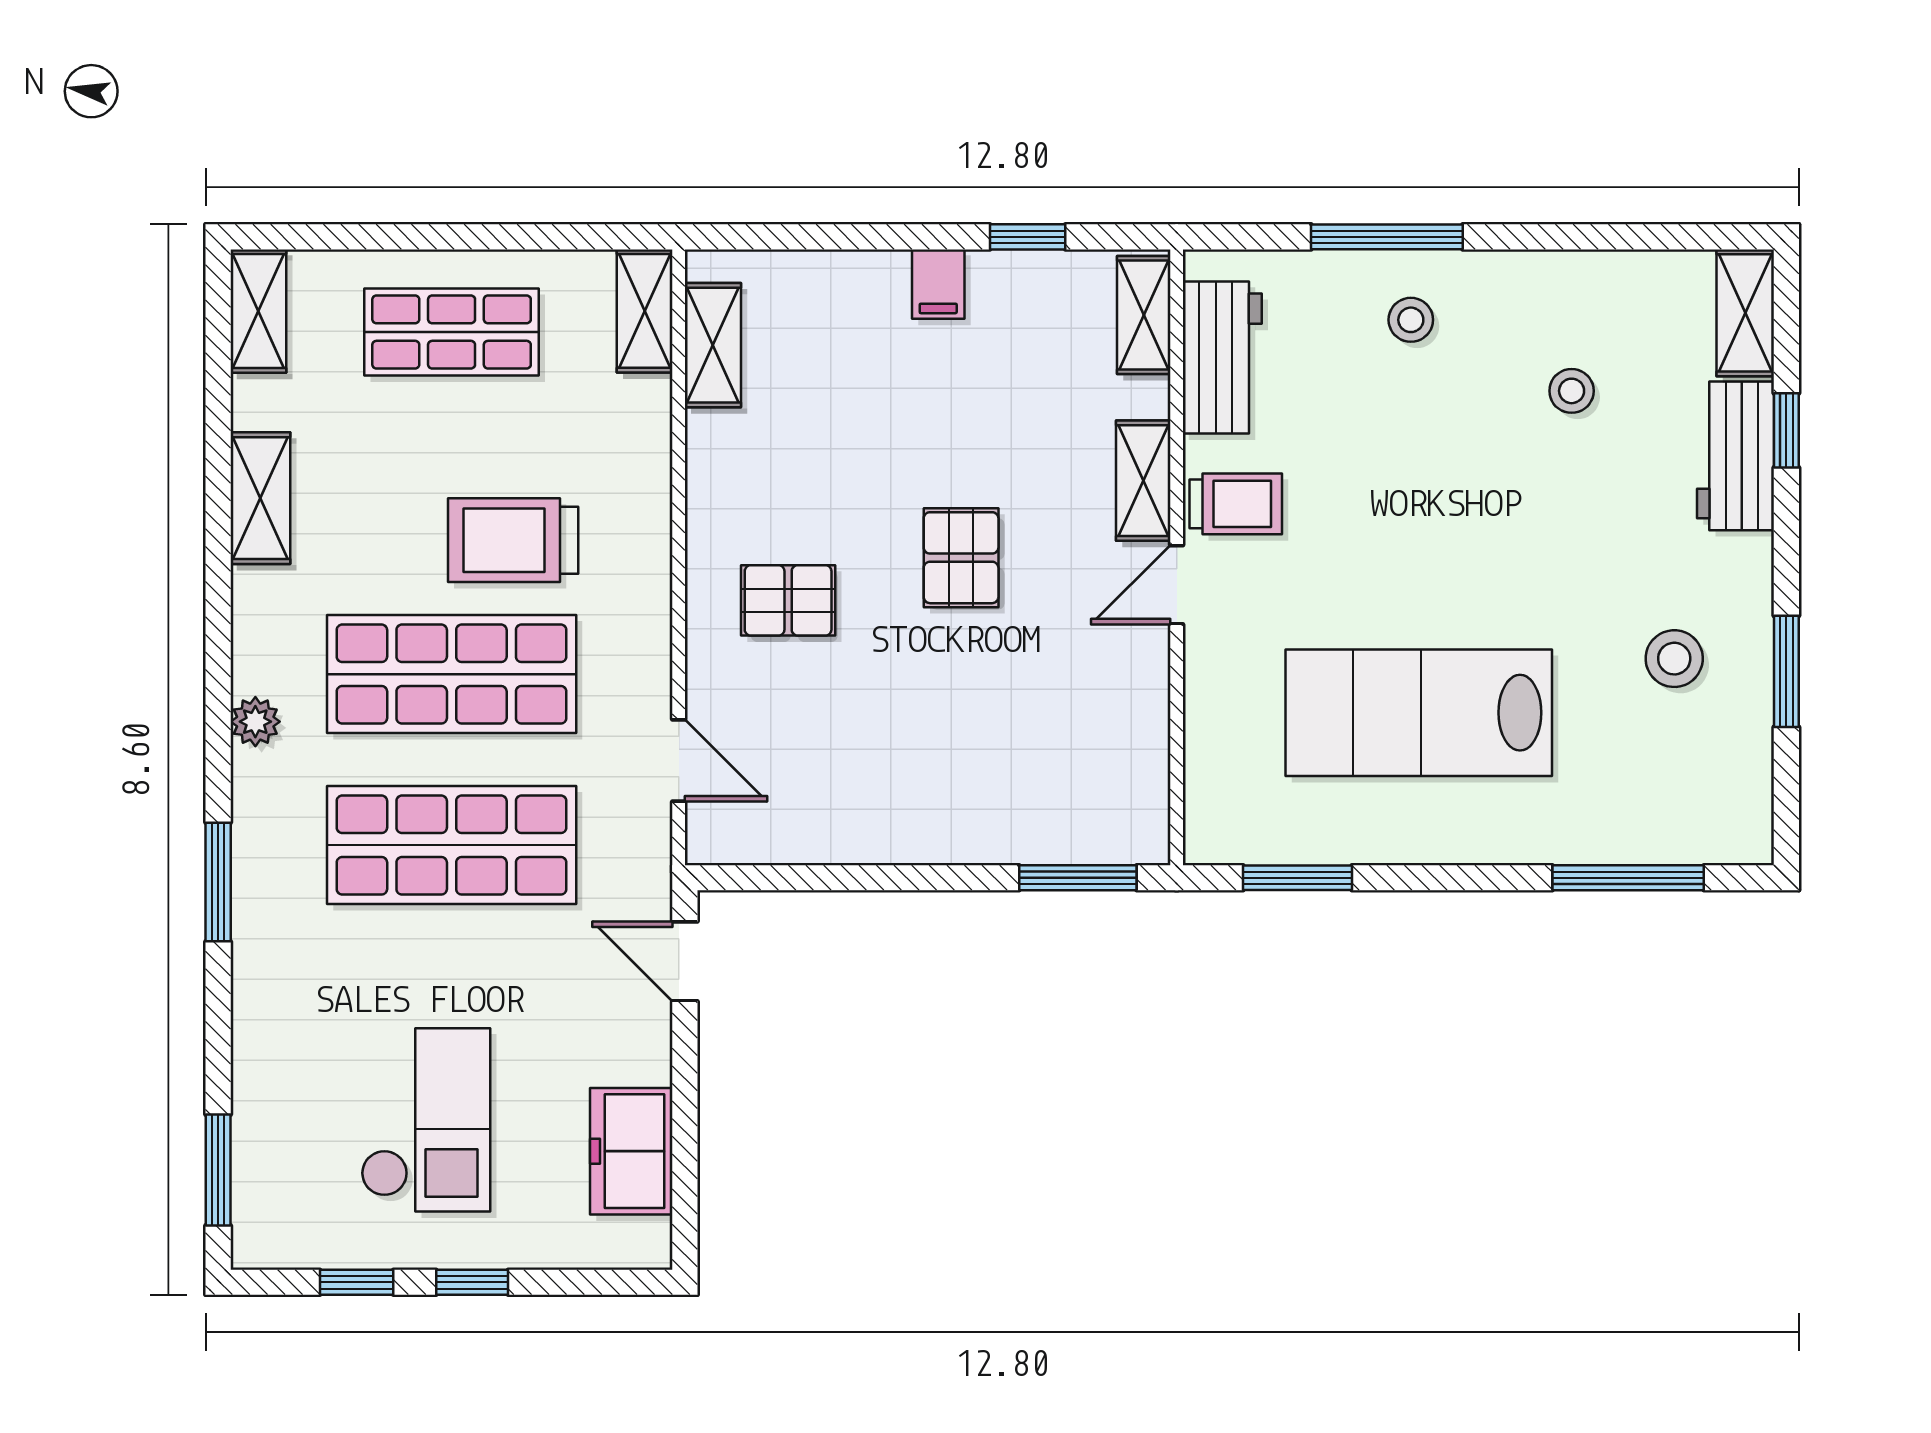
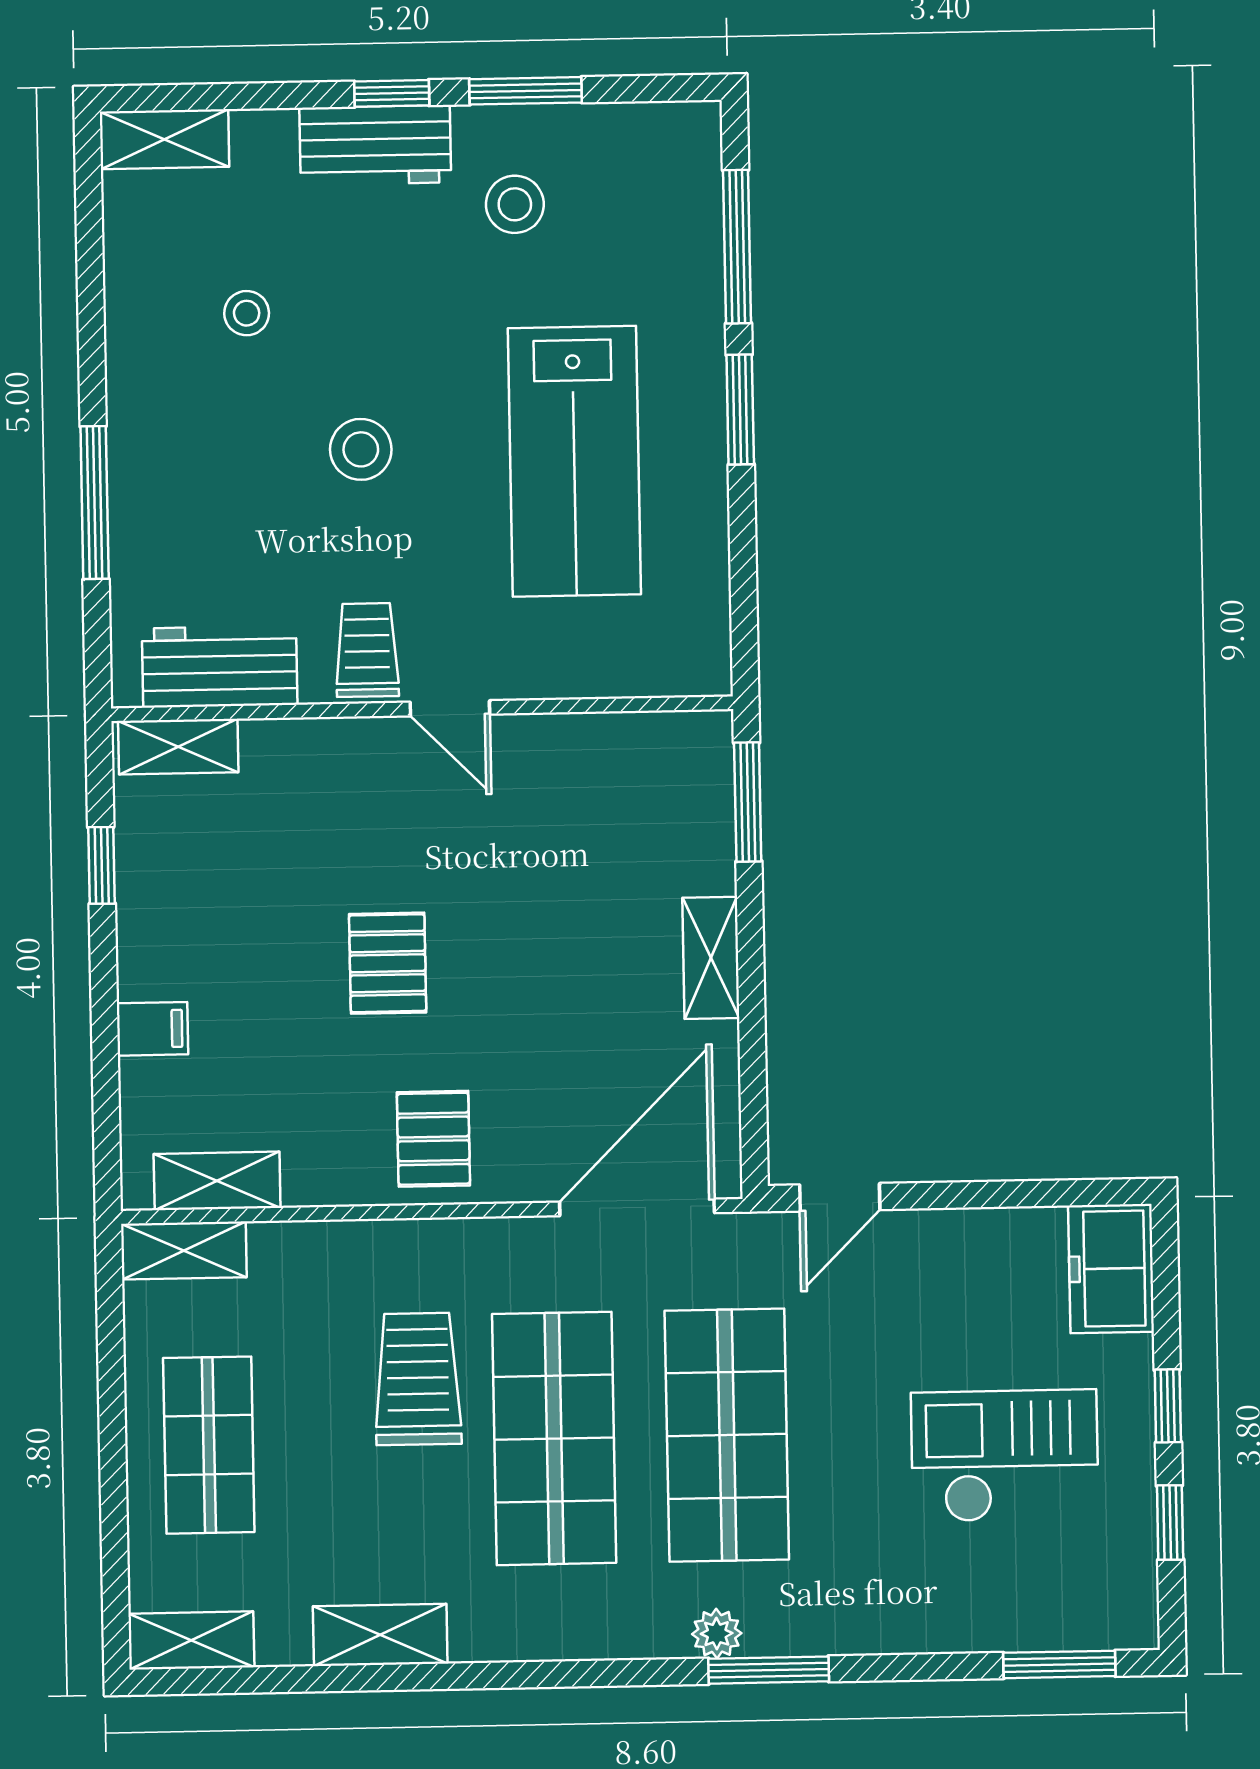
filing cabinet: (938, 284) -> (152, 1029), moved
stool: (1411, 320) -> (361, 449), moved, width x1.37, depth x1.37
window: (1786, 430) -> (392, 93), moved
workbench: (1736, 456) -> (375, 145), moved
shelving: (1143, 481) -> (711, 958), moved, turned 90
trolley: (513, 540) -> (418, 1379), turned 180
pallet: (961, 558) -> (388, 963), moved, turned 90
pallet: (788, 600) -> (433, 1139), moved
plant: (255, 722) -> (717, 1634), moved
door: (679, 760) -> (637, 1207), width x1.88
window: (1297, 878) -> (740, 410), moved
freezer: (631, 1151) -> (1111, 1269), moved, turned 90

